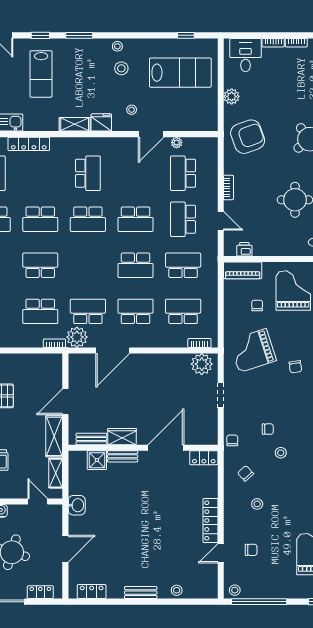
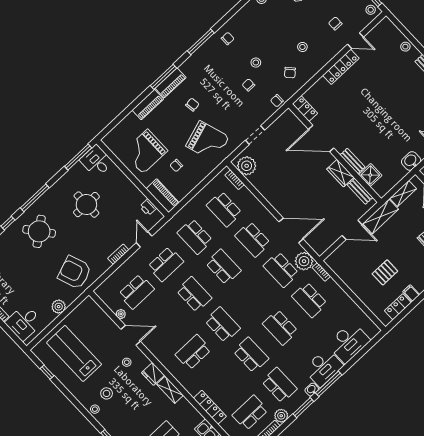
school desk: (40, 311) -> (309, 300), turned 180

